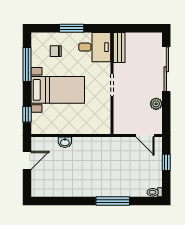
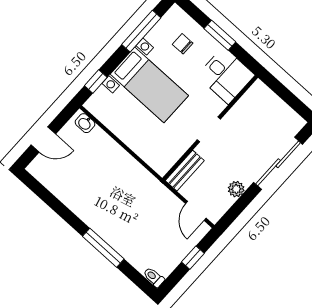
bench: (119, 48) -> (185, 171), moved
washbasin: (65, 142) -> (85, 123), moved
door: (27, 160) -> (43, 139), moved

